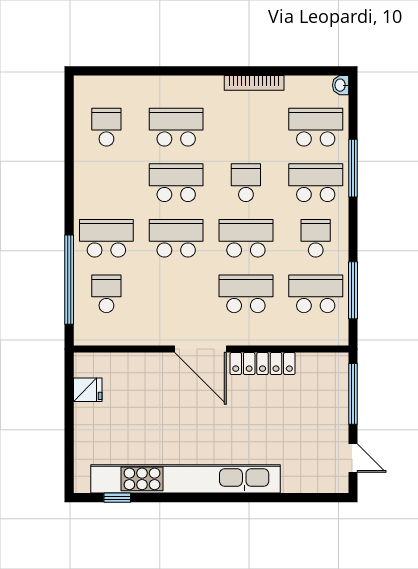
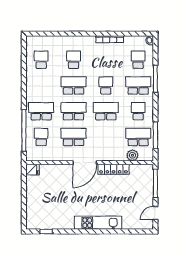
school desk: (176, 127) -> (73, 60), width x0.54
school desk: (316, 127) -> (138, 60), width x0.54
school desk: (246, 294) -> (73, 137), moved
plant: (303, 333) -> (132, 155), added
door: (200, 349) -> (85, 163), hinge flipped
fridge: (88, 390) -> (32, 170), moved
door: (353, 458) -> (155, 213), swing flipped
kitchen unit: (185, 479) -> (98, 223), width x0.54

